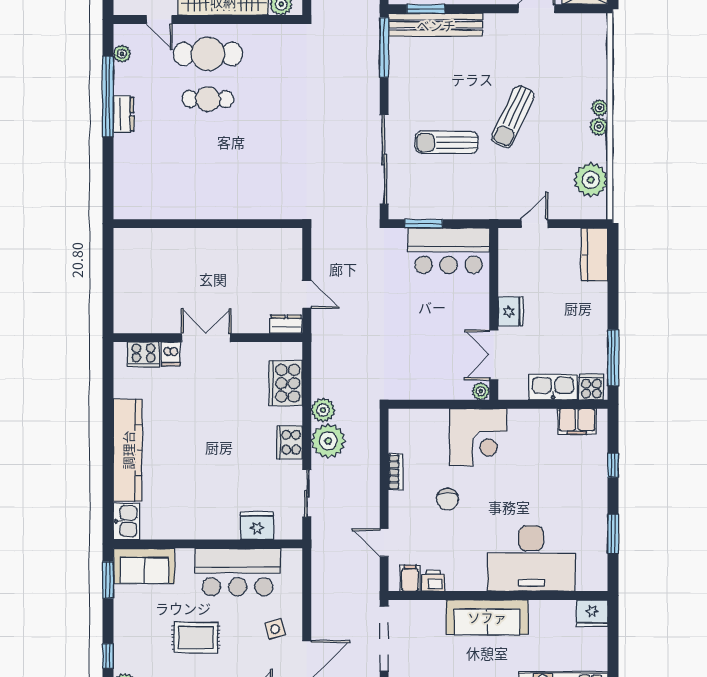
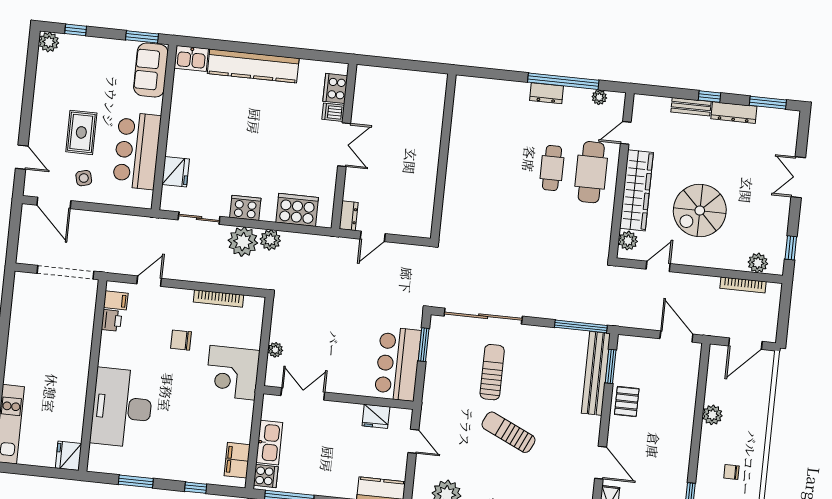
fridge: (511, 311) -> (376, 416), moved
plant: (481, 391) -> (275, 350), moved
bookcase: (396, 472) -> (219, 298), width x1.56
sofa: (487, 617) -> (75, 364), removed
rug: (196, 637) -> (81, 132), moved

